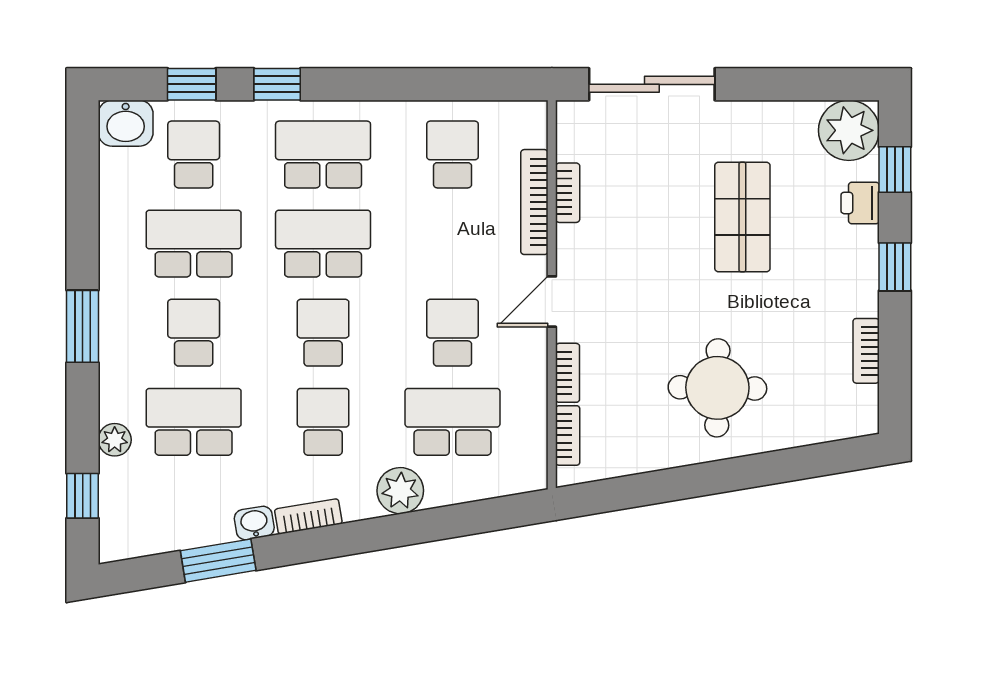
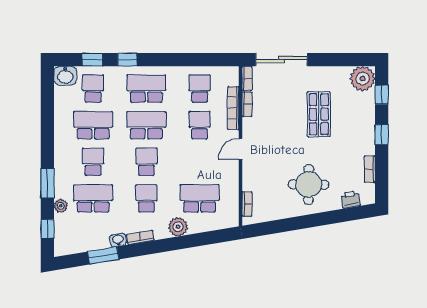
printer: (860, 203) -> (350, 200), moved, turned 80
window: (83, 326) -> (47, 183), moved
school desk: (453, 333) -> (200, 125), moved
bookcase: (568, 373) -> (247, 78), moved

